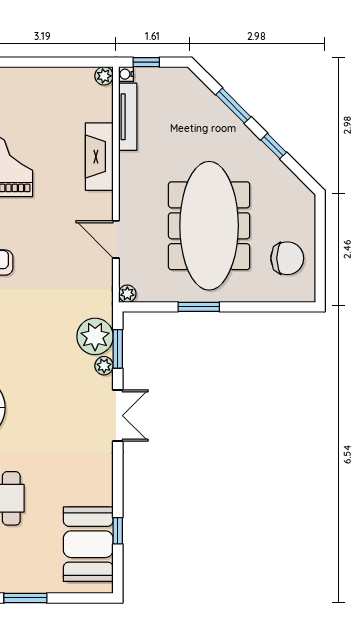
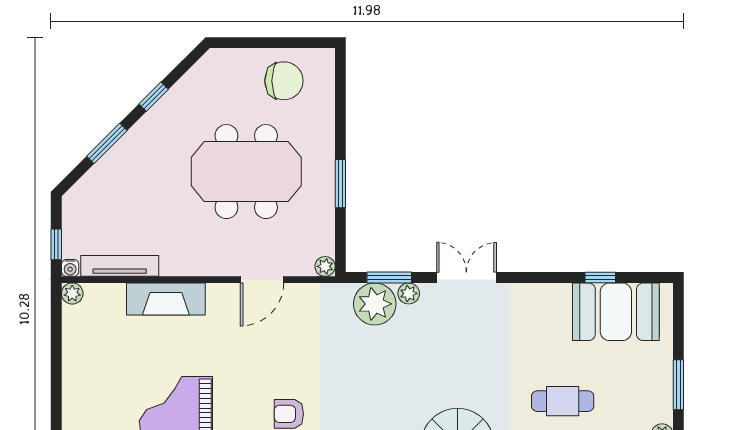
meeting table: (209, 226) -> (246, 172), width x0.73
chair: (287, 258) -> (284, 81), turned 90

